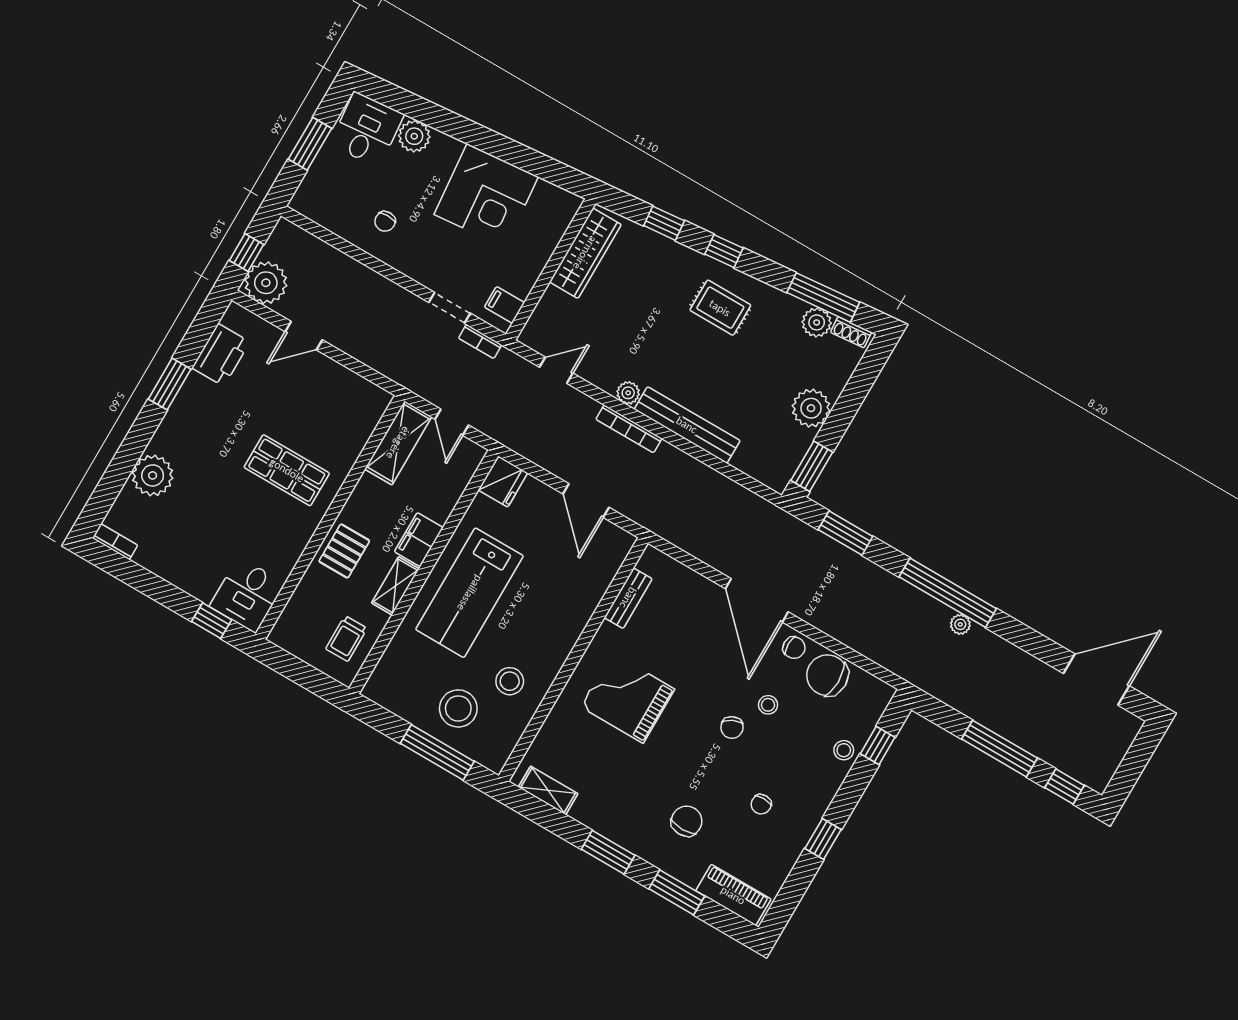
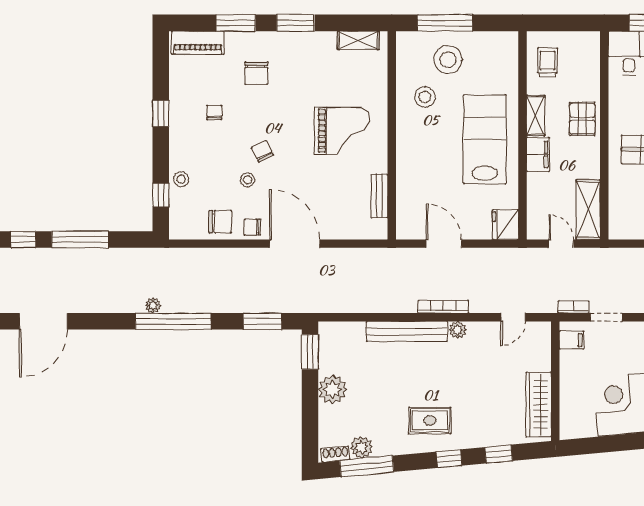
chair: (827, 675) -> (220, 222), width x0.73, depth x0.73

